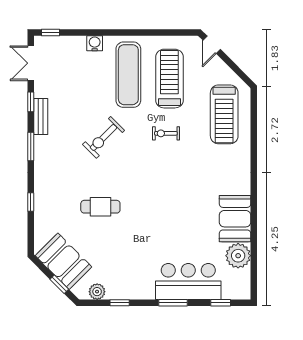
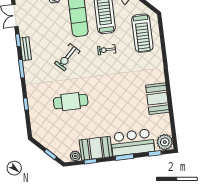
cafe table: (100, 207) -> (71, 102), width x1.37, depth x1.35
plant: (238, 256) -> (165, 142), moved
booth: (64, 261) -> (96, 148), moved, turned -45

